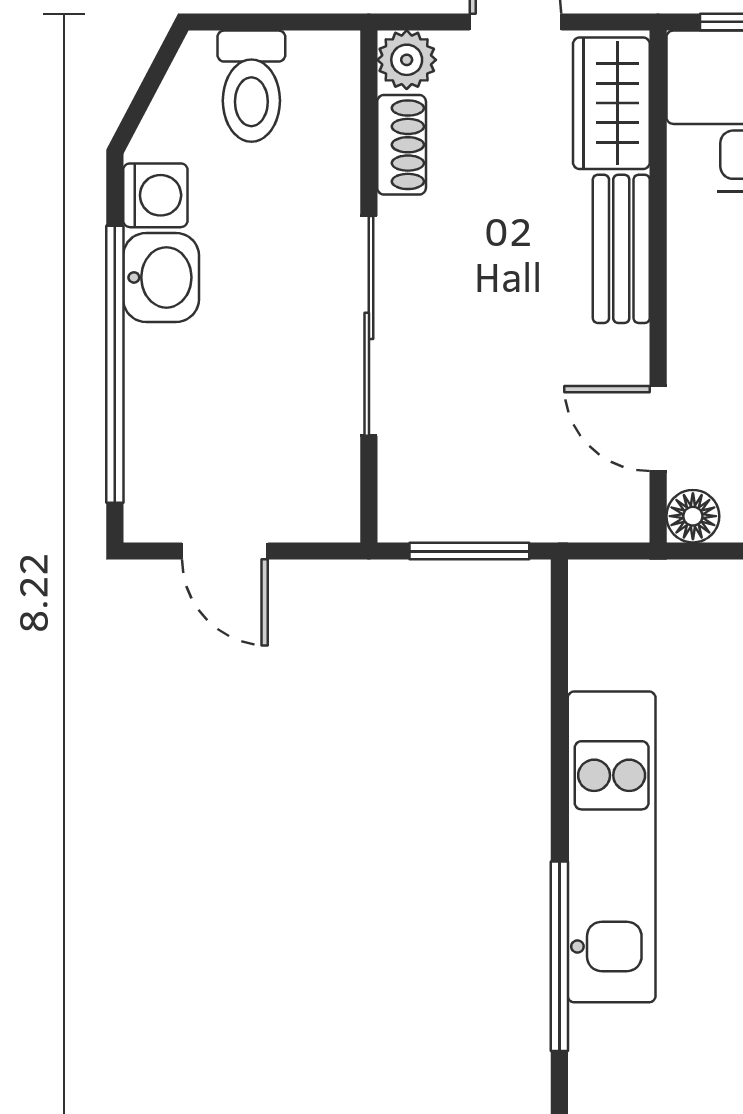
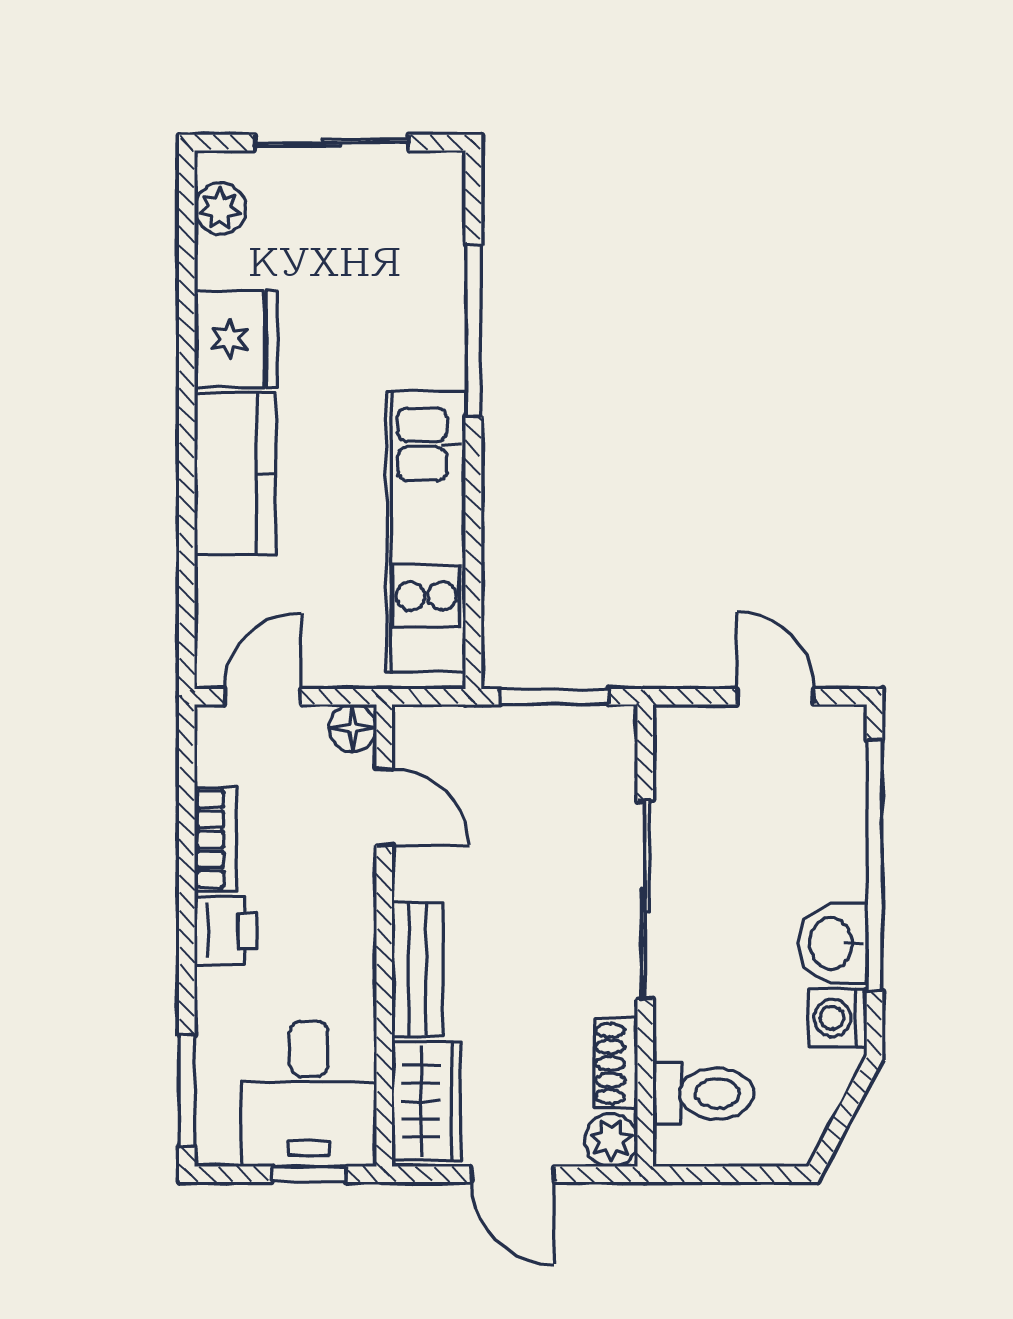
toilet: (251, 86) -> (703, 1093), moved, turned 90
kitchen unit: (612, 847) -> (426, 531), moved

